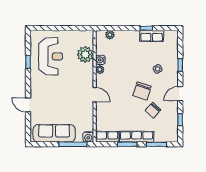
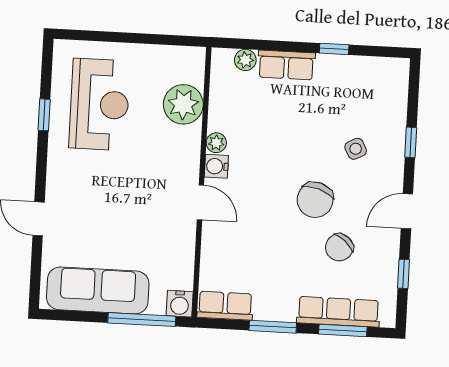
row of seats: (152, 36) -> (286, 65), moved
water cooler: (100, 60) -> (216, 166), moved
row of seats: (137, 137) -> (338, 312), moved

